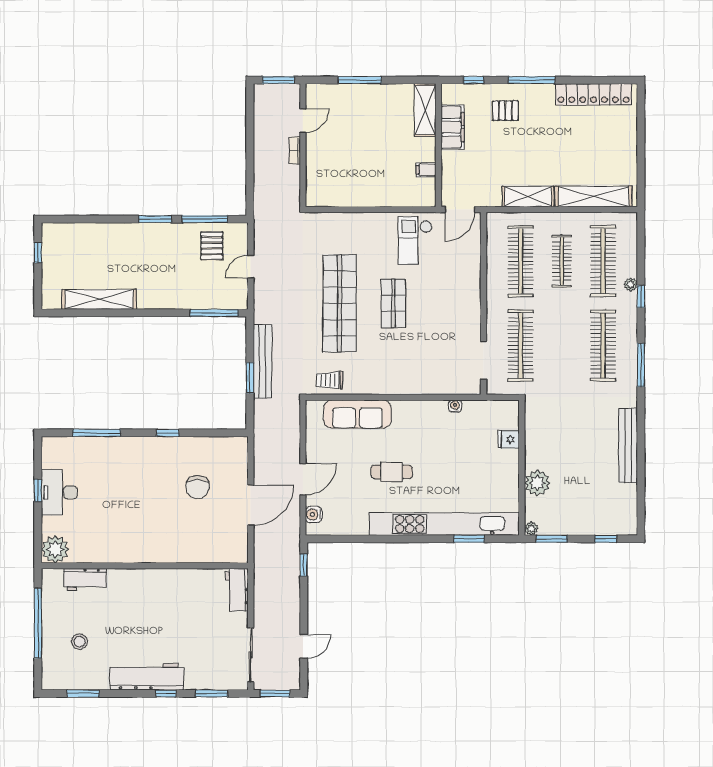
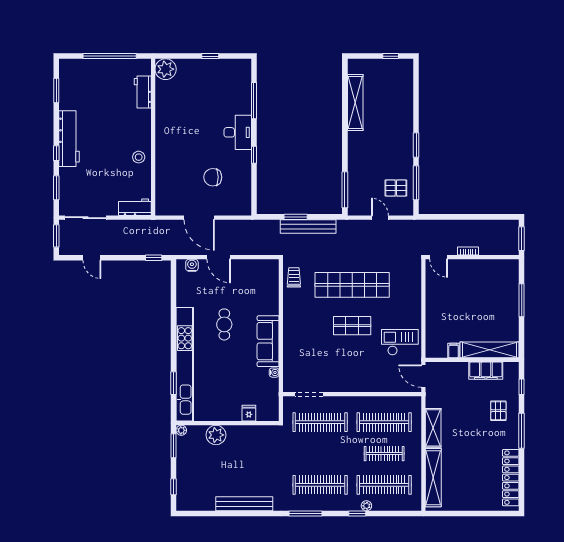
shelving: (425, 110) -> (489, 350), width x1.47
door: (303, 121) -> (439, 257), moved
sofa: (357, 414) -> (268, 341), moved
desk: (59, 492) -> (238, 132), moved, turned 90
stool: (79, 642) -> (139, 157), moved

